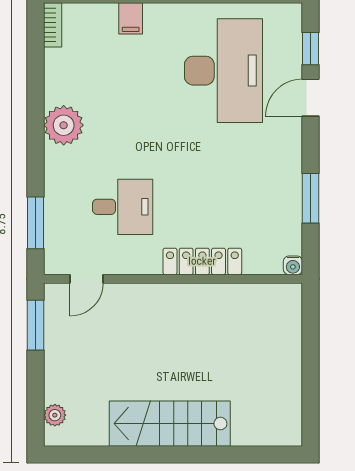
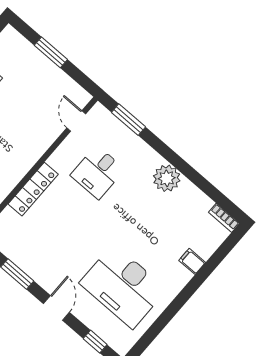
door: (311, 98) -> (56, 308), moved
window: (36, 325) -> (51, 52), moved
plant: (55, 415) -> (20, 43), removed

